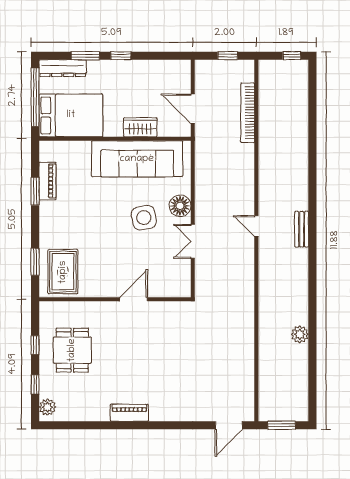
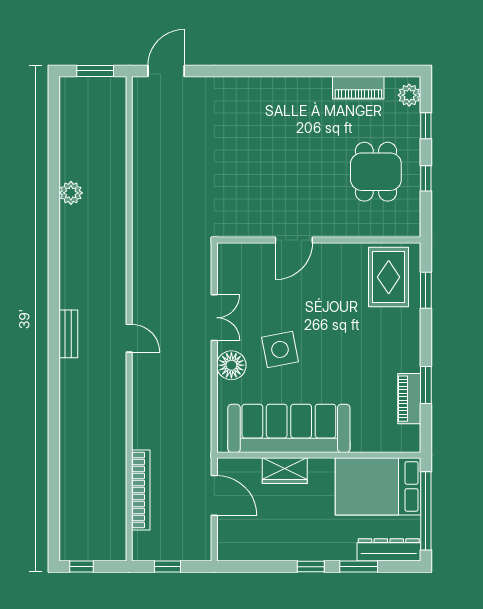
piano: (129, 413) -> (358, 88), moved

